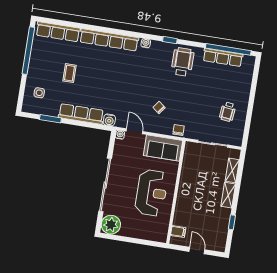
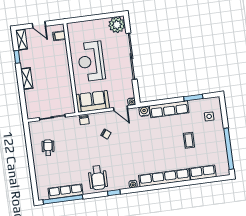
row of seats: (58, 32) -> (203, 173), width x0.68
shelving: (232, 170) -> (21, 40), moved

